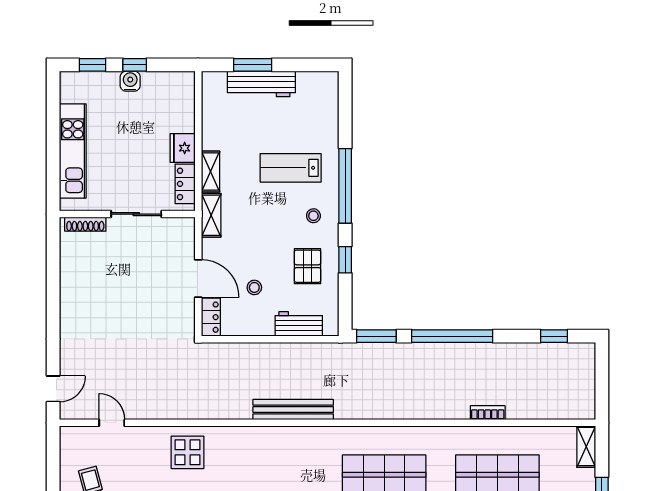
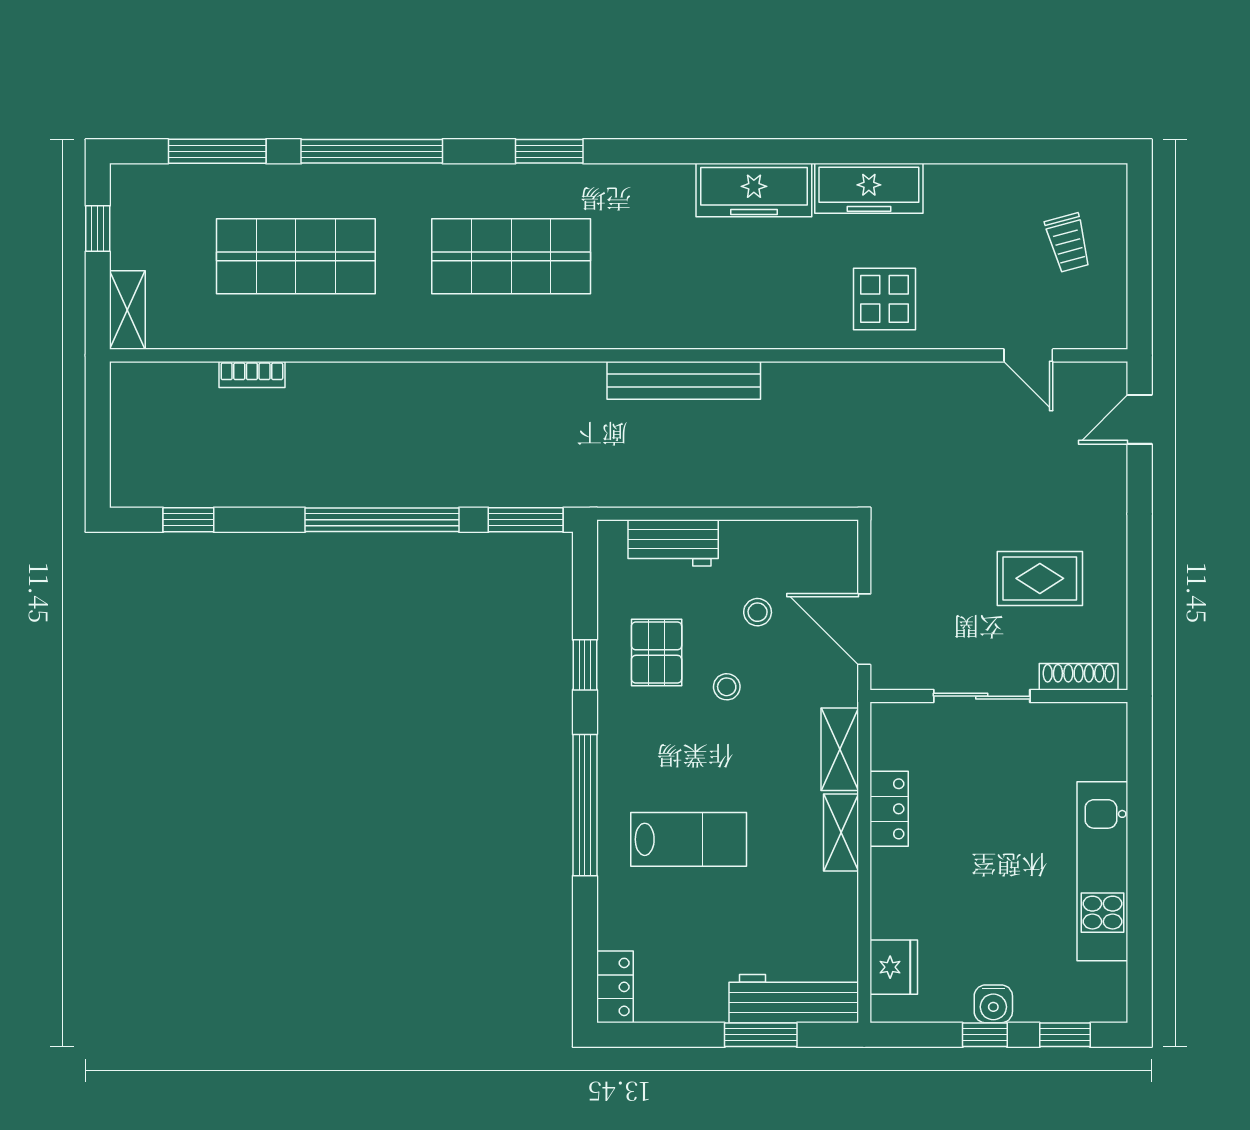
workbench: (261, 84) -> (794, 999), moved
fridge: (183, 148) -> (894, 967), moved
wall: (127, 214) -> (999, 696), moved
sliding door: (136, 214) -> (982, 696), moved
stool: (313, 216) -> (727, 687), moved
shoe rack: (85, 224) -> (1079, 677), moved
rug: (106, 305) -> (1040, 578), added
locker: (211, 317) -> (615, 987), moved, turned 180
bookcase: (488, 413) -> (252, 374), moved

